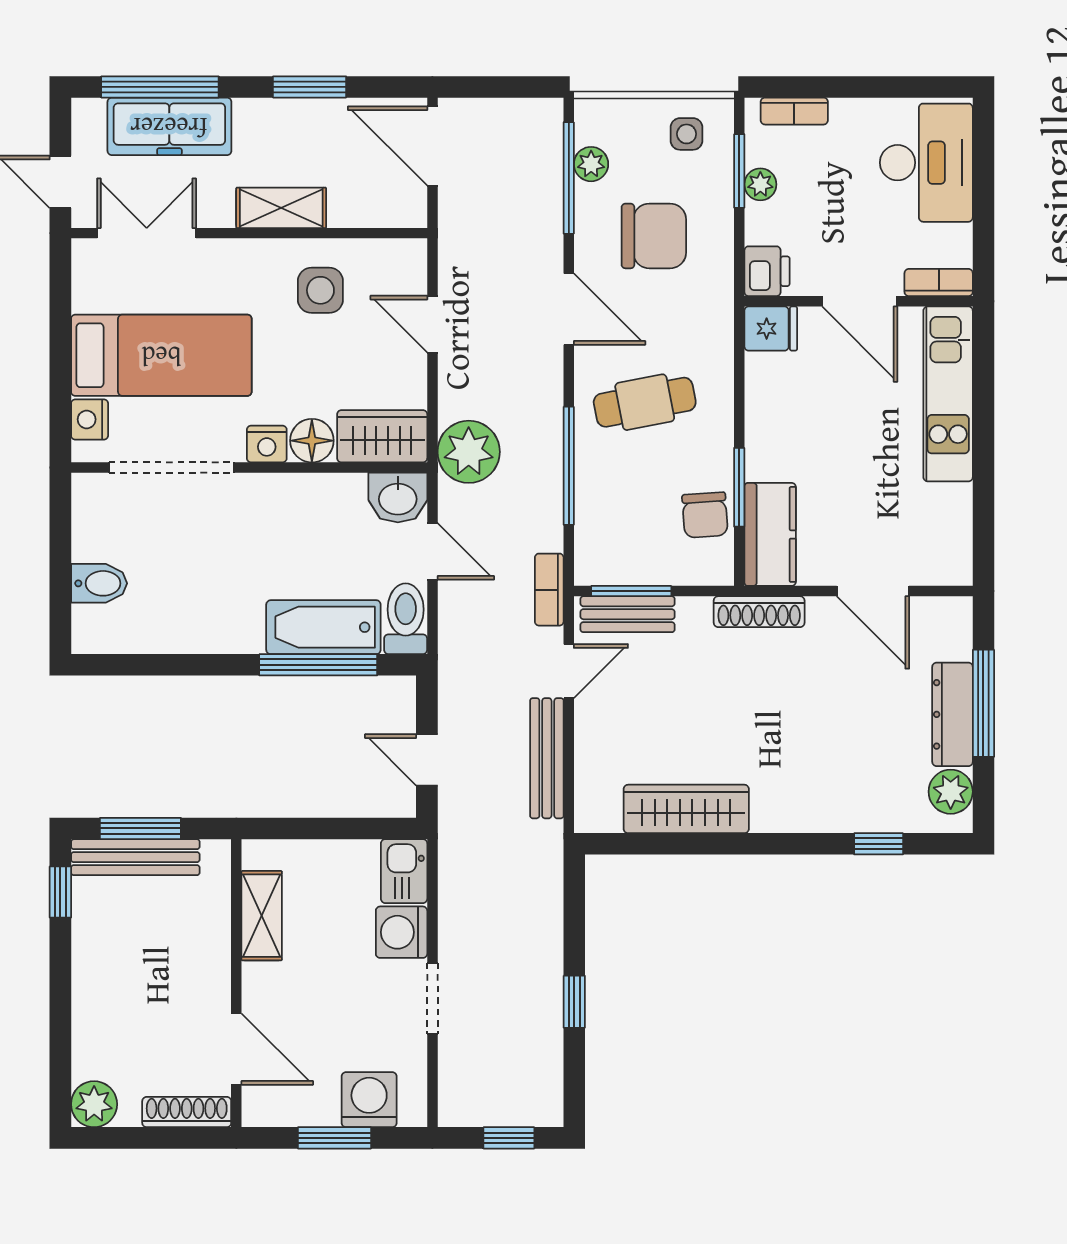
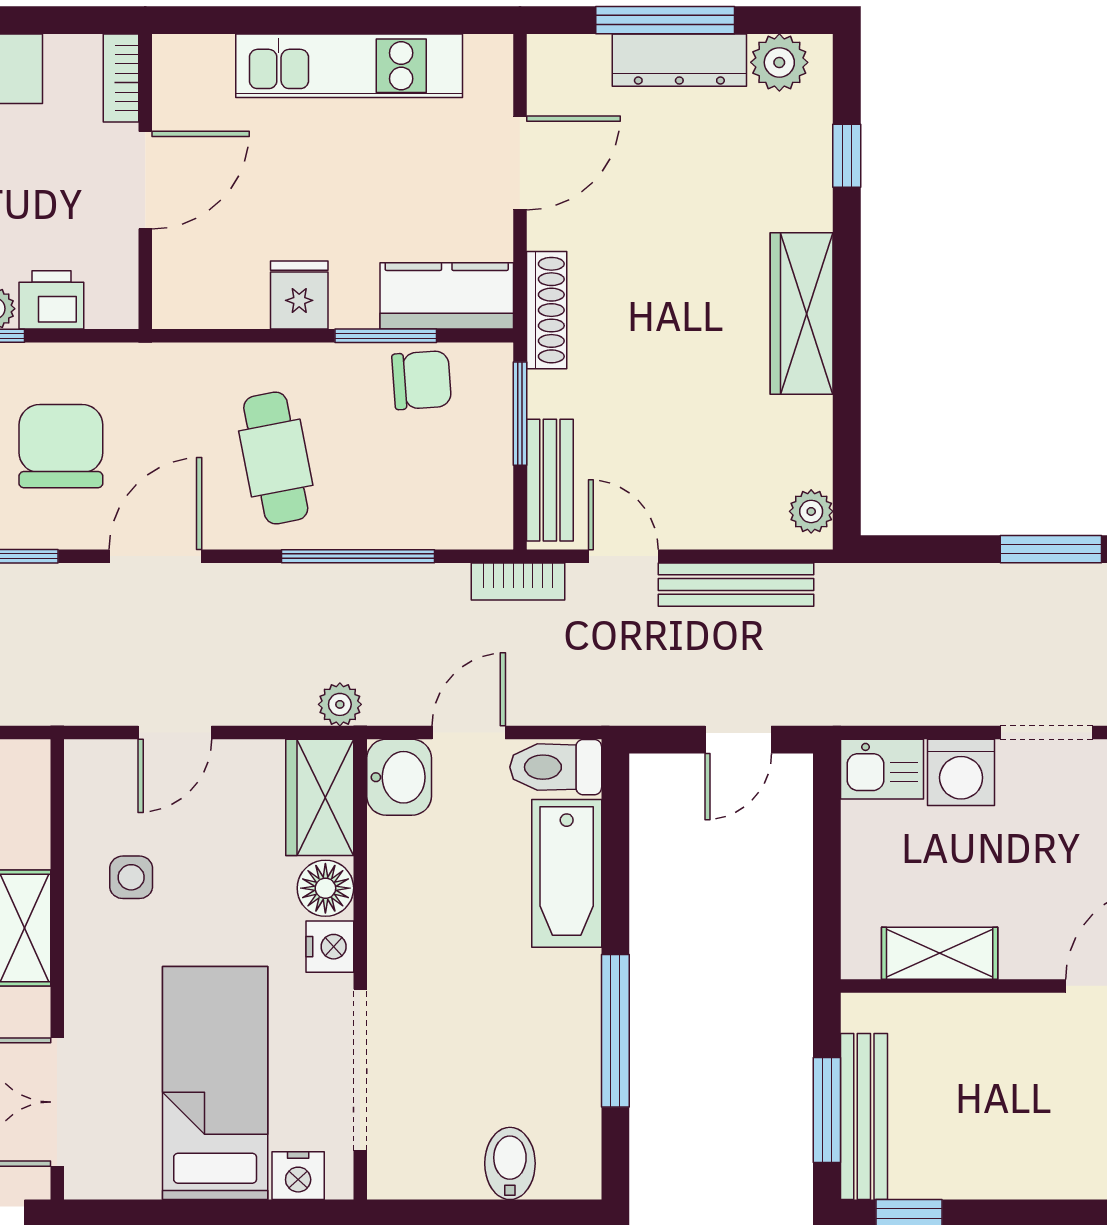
printer: (767, 271) -> (51, 300), moved
side table: (320, 290) -> (131, 877), width x0.73, depth x0.73
fridge: (771, 329) -> (299, 295), moved
kitchen unit: (948, 394) -> (349, 66), moved
plant: (469, 452) -> (340, 704), width x0.53, depth x0.53
window: (631, 591) -> (520, 414), moved
window: (318, 665) -> (615, 1031), moved
wardrobe: (686, 809) -> (802, 313), moved
plant: (603, 816) -> (811, 511), added
window: (574, 1002) -> (1051, 549), width x1.50

